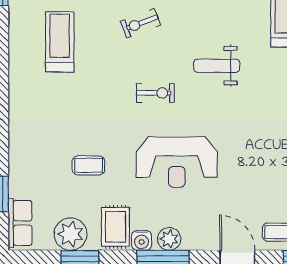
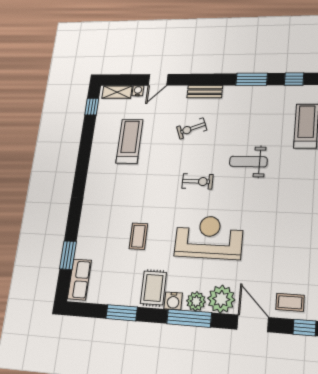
reception desk: (177, 162) -> (209, 237), turned 180
coffee table: (89, 165) -> (138, 236), turned 90
plant: (71, 234) -> (221, 299), moved

